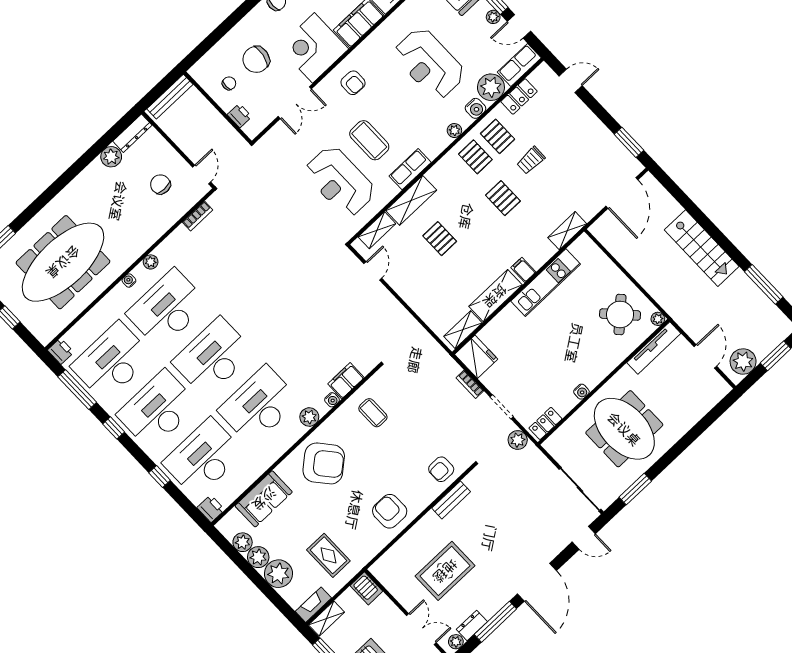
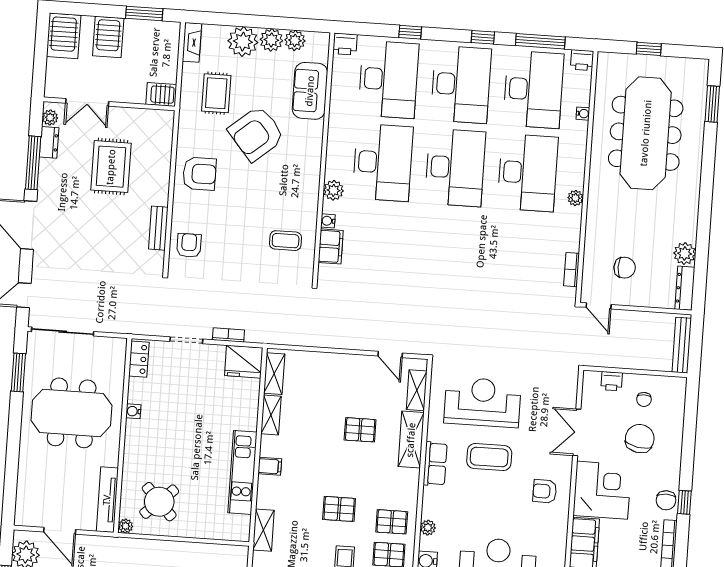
water cooler: (129, 281) -> (583, 114), moved
shelving: (495, 296) -> (271, 415), width x0.67, depth x0.75
plant: (518, 440) -> (149, 325), removed
armchair: (324, 463) -> (256, 134), moved
rug: (328, 555) -> (216, 93), turned 90
shelving: (327, 619) -> (171, 41), removed

